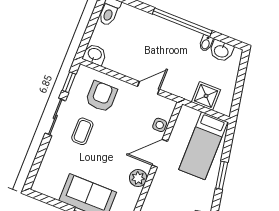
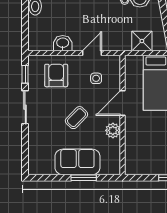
washbasin: (95, 54) -> (63, 43), moved
side table: (160, 125) -> (96, 78), moved
coffee table: (82, 131) -> (76, 118), moved, turned 44

